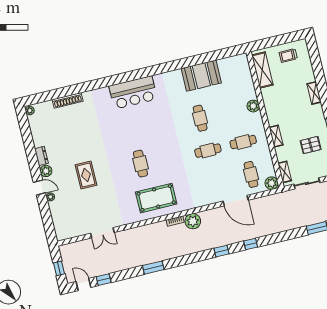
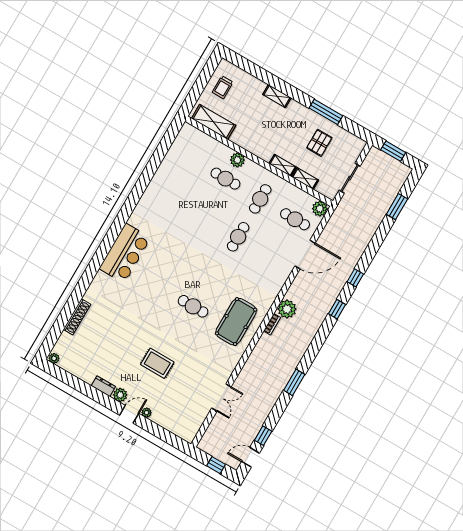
booth: (201, 76) -> (167, 180), removed
cafe table: (200, 118) -> (225, 179), moved
shelving: (285, 172) -> (305, 179), moved

